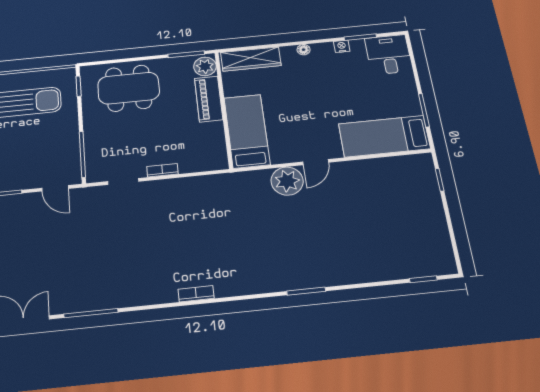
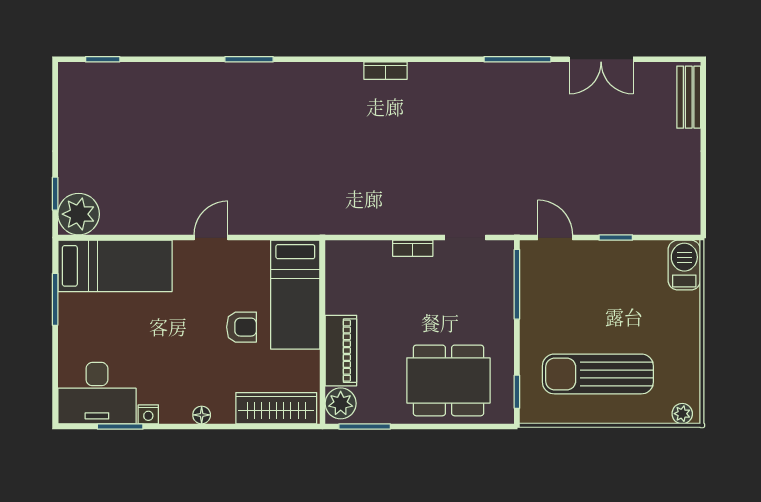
desk: (389, 55) -> (97, 393), width x1.37
armchair: (284, 106) -> (241, 327), added
plant: (287, 181) -> (79, 214), moved

